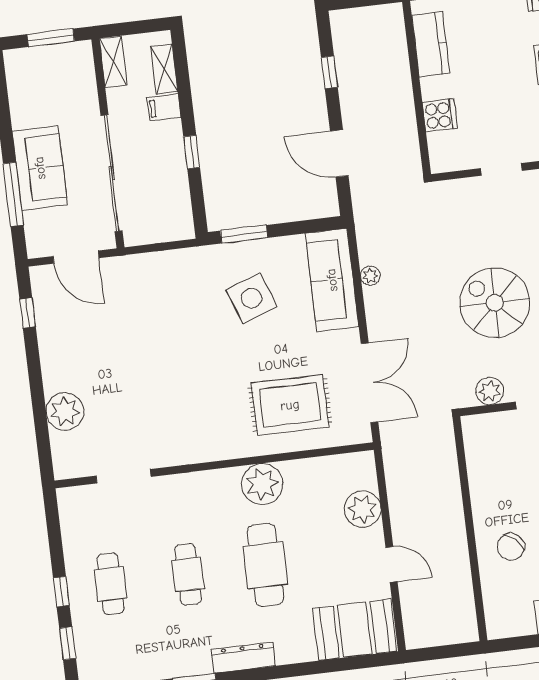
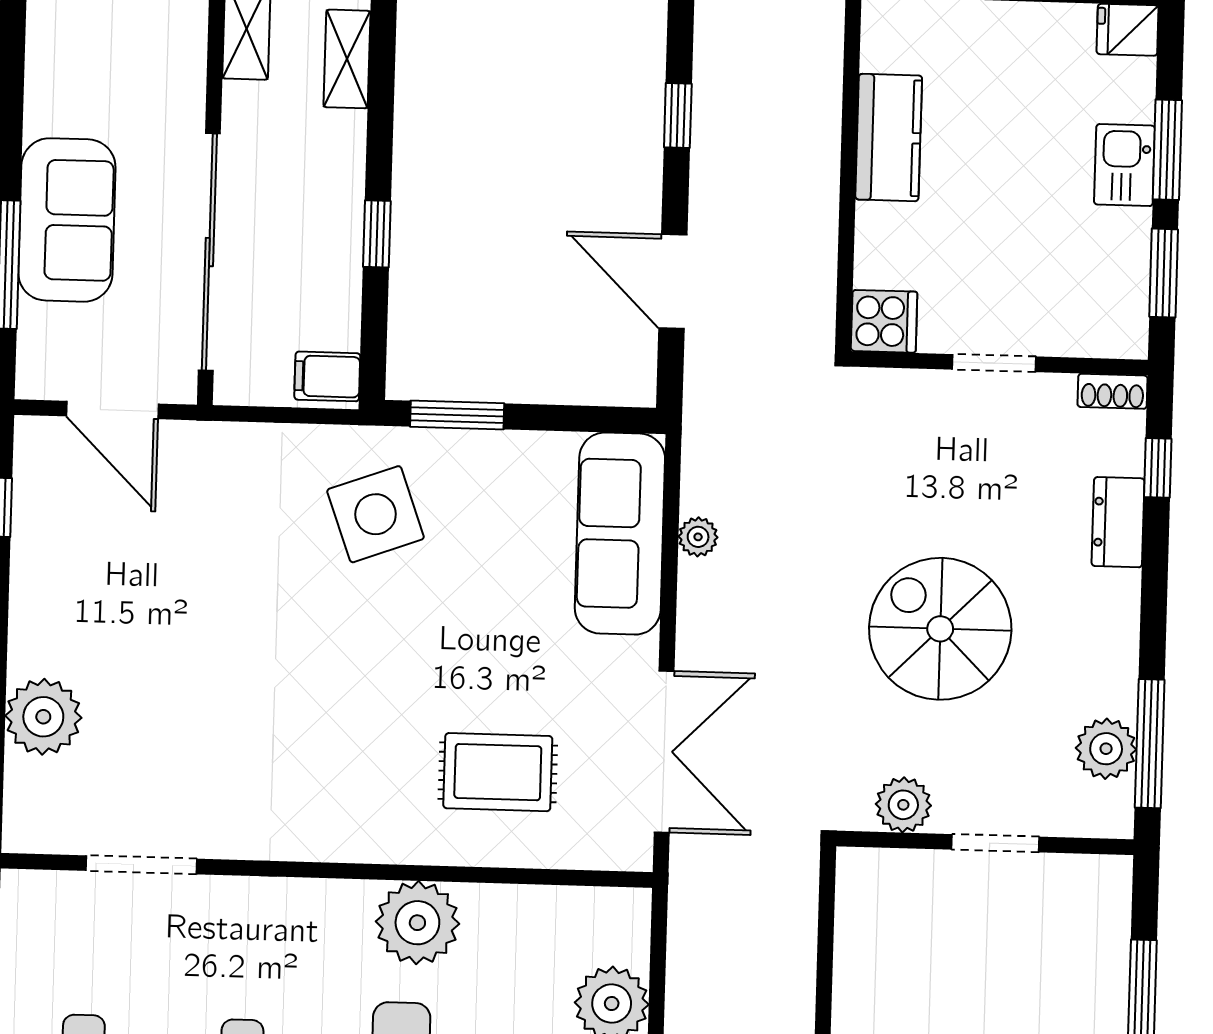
kitchen counter: (431, 44) -> (889, 138), moved
filing cabinet: (164, 107) -> (327, 376), moved
cooker: (440, 115) -> (884, 321), moved
side table: (252, 298) -> (376, 514), moved
rug: (290, 405) -> (498, 772), width x0.73, depth x0.70

